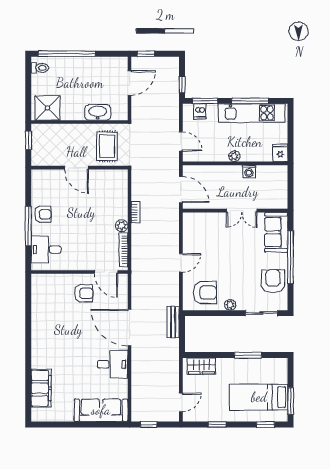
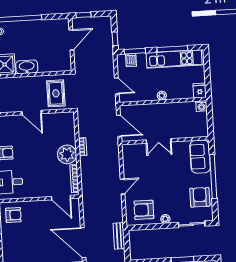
washbasin: (98, 112) -> (27, 67), moved
washing machine: (249, 171) -> (201, 106), moved
double door: (242, 211) -> (159, 141), moved
plant: (122, 226) -> (67, 154), width x1.88, depth x1.88
armchair: (205, 292) -> (144, 210), turned 180
armchair: (84, 293) -> (13, 215), moved

